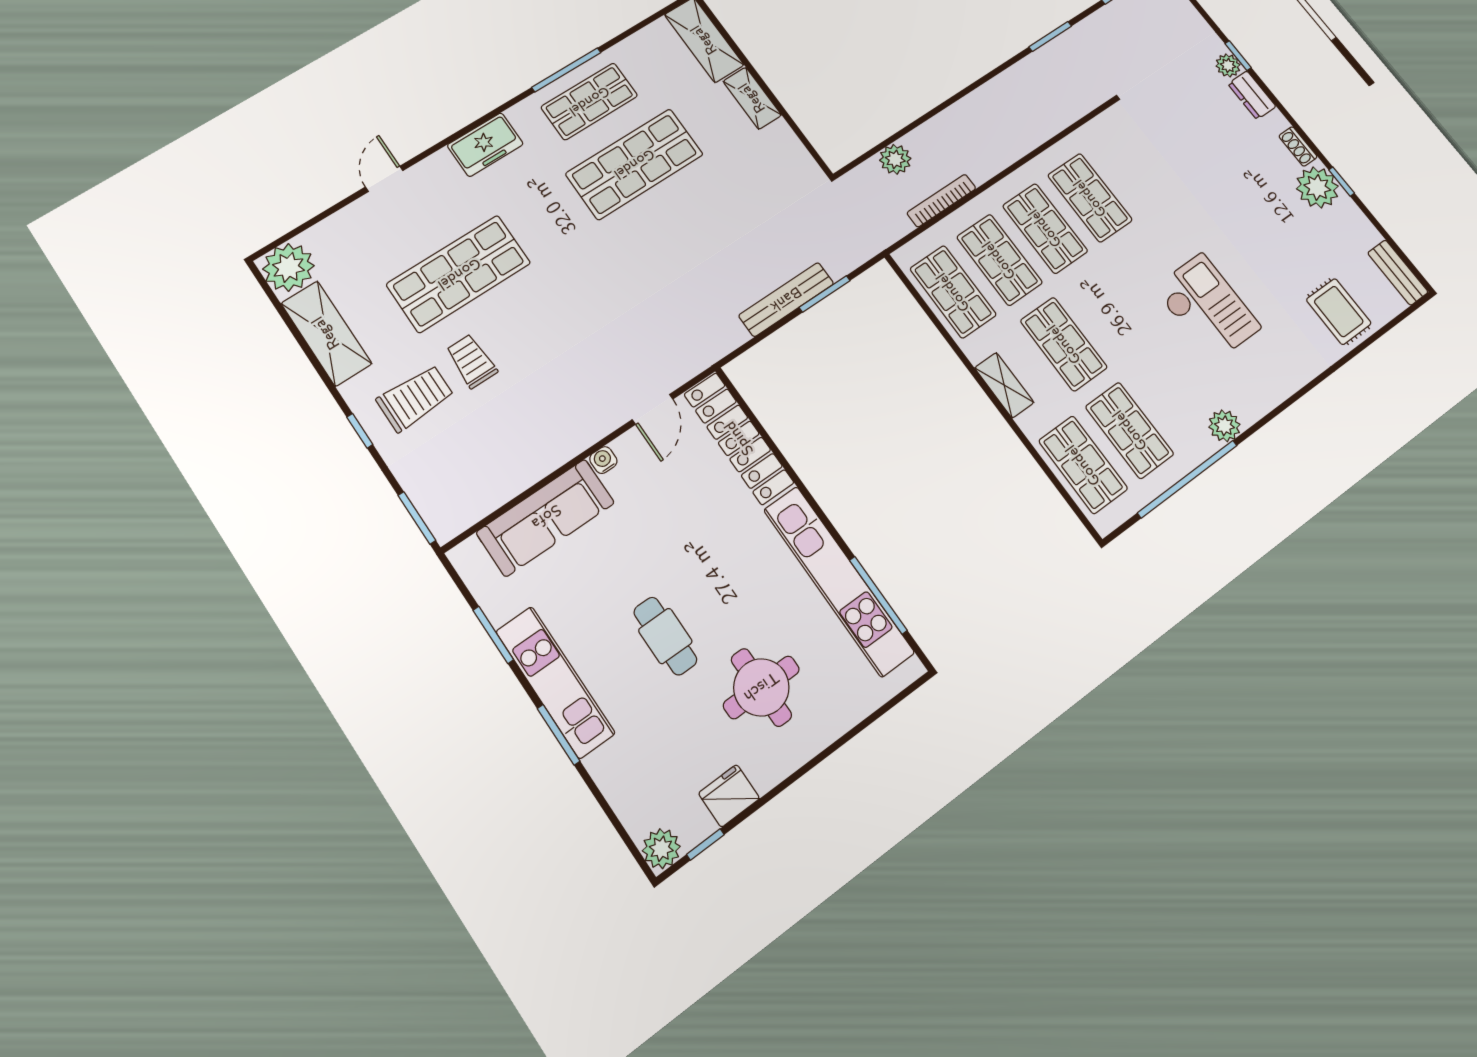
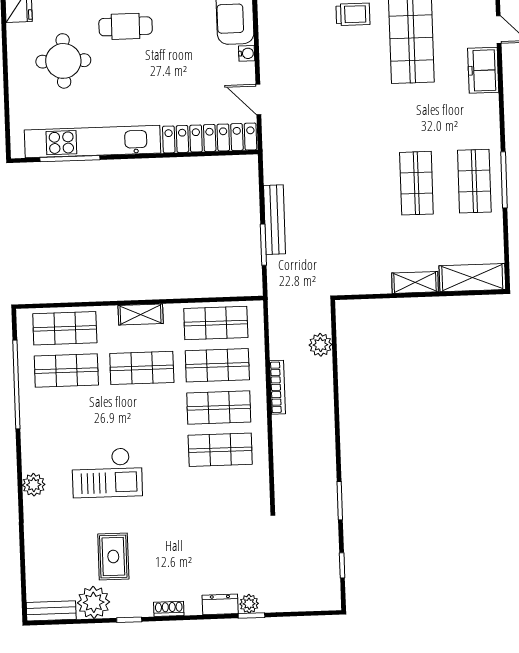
freezer: (485, 145) -> (483, 70), moved
shop shelf: (634, 164) -> (416, 183), width x0.70, depth x0.74
plant: (1317, 187) -> (94, 602), moved
bookcase: (941, 201) -> (278, 387), moved
rug: (1339, 311) -> (113, 556), moved, turned 90
plant: (1224, 426) -> (34, 485), moved

